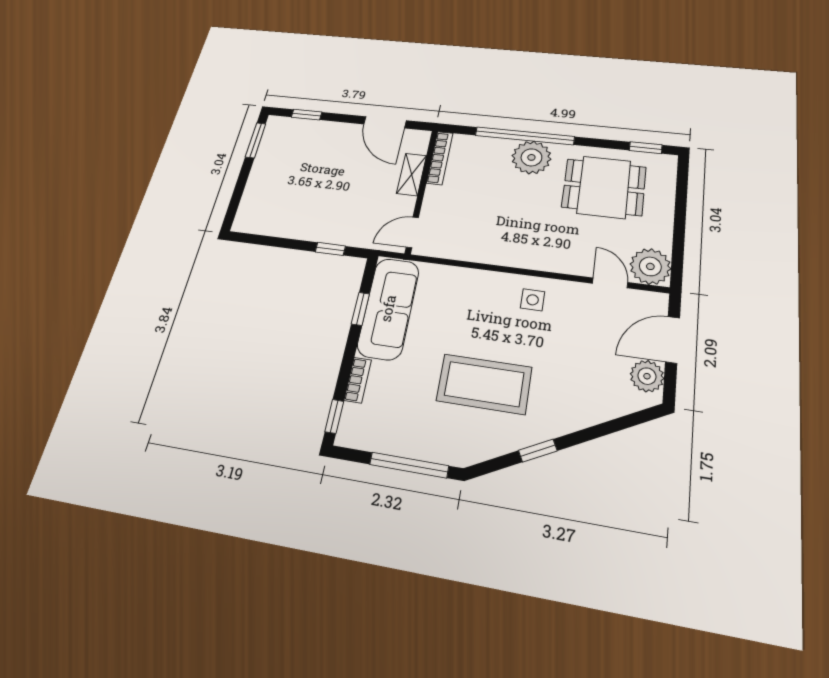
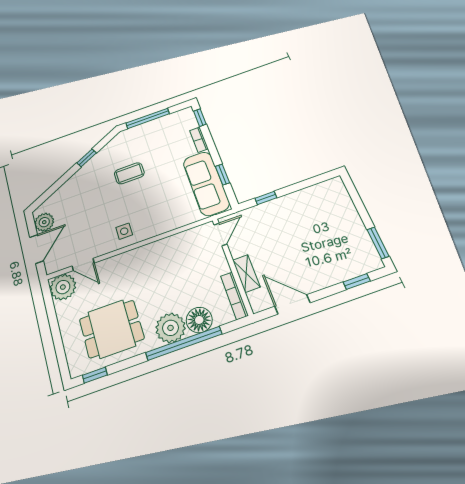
floor lamp: (494, 151) -> (199, 320), added
coffee table: (484, 384) -> (129, 173), width x0.54, depth x0.58

